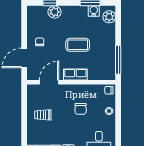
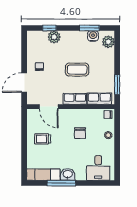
window: (118, 60) -> (117, 84), width x0.69
row of seats: (100, 74) -> (99, 99), added
door: (49, 82) -> (49, 107), swing flipped

